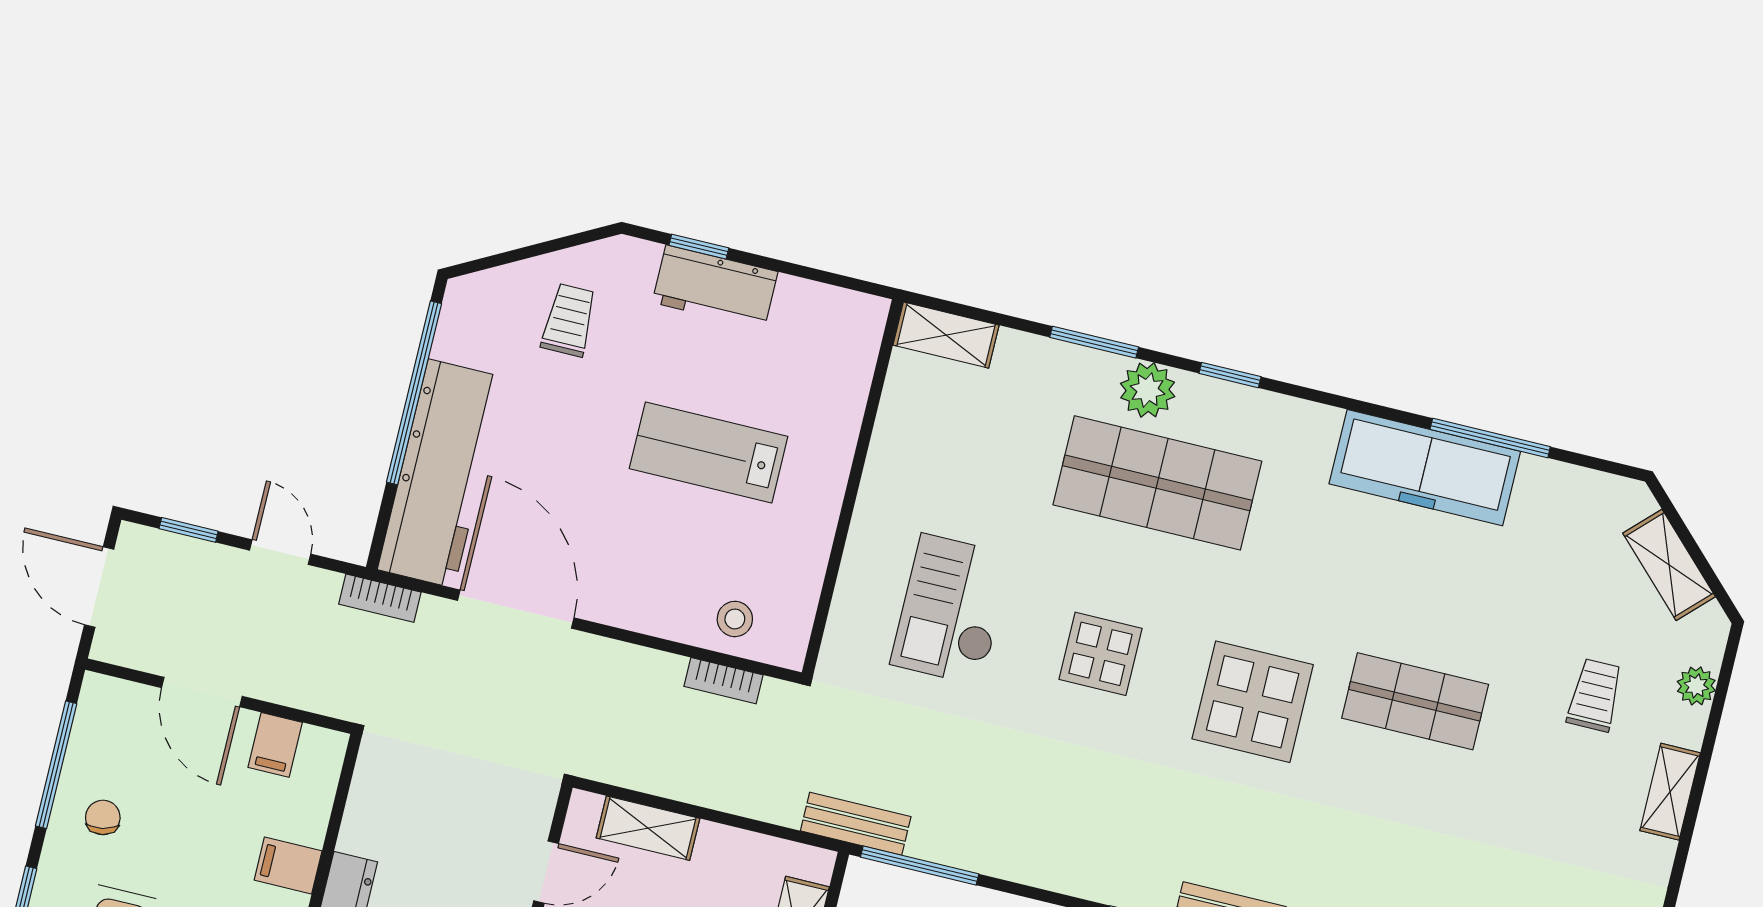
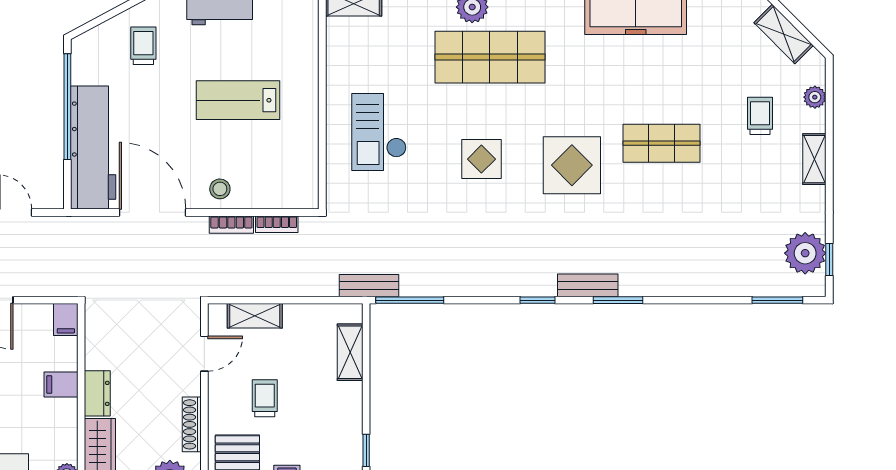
bookcase: (380, 598) -> (231, 225), moved
checkout: (952, 610) -> (379, 132), moved
stool: (735, 619) -> (220, 189), moved
filing cabinet: (275, 745) -> (66, 320), moved

